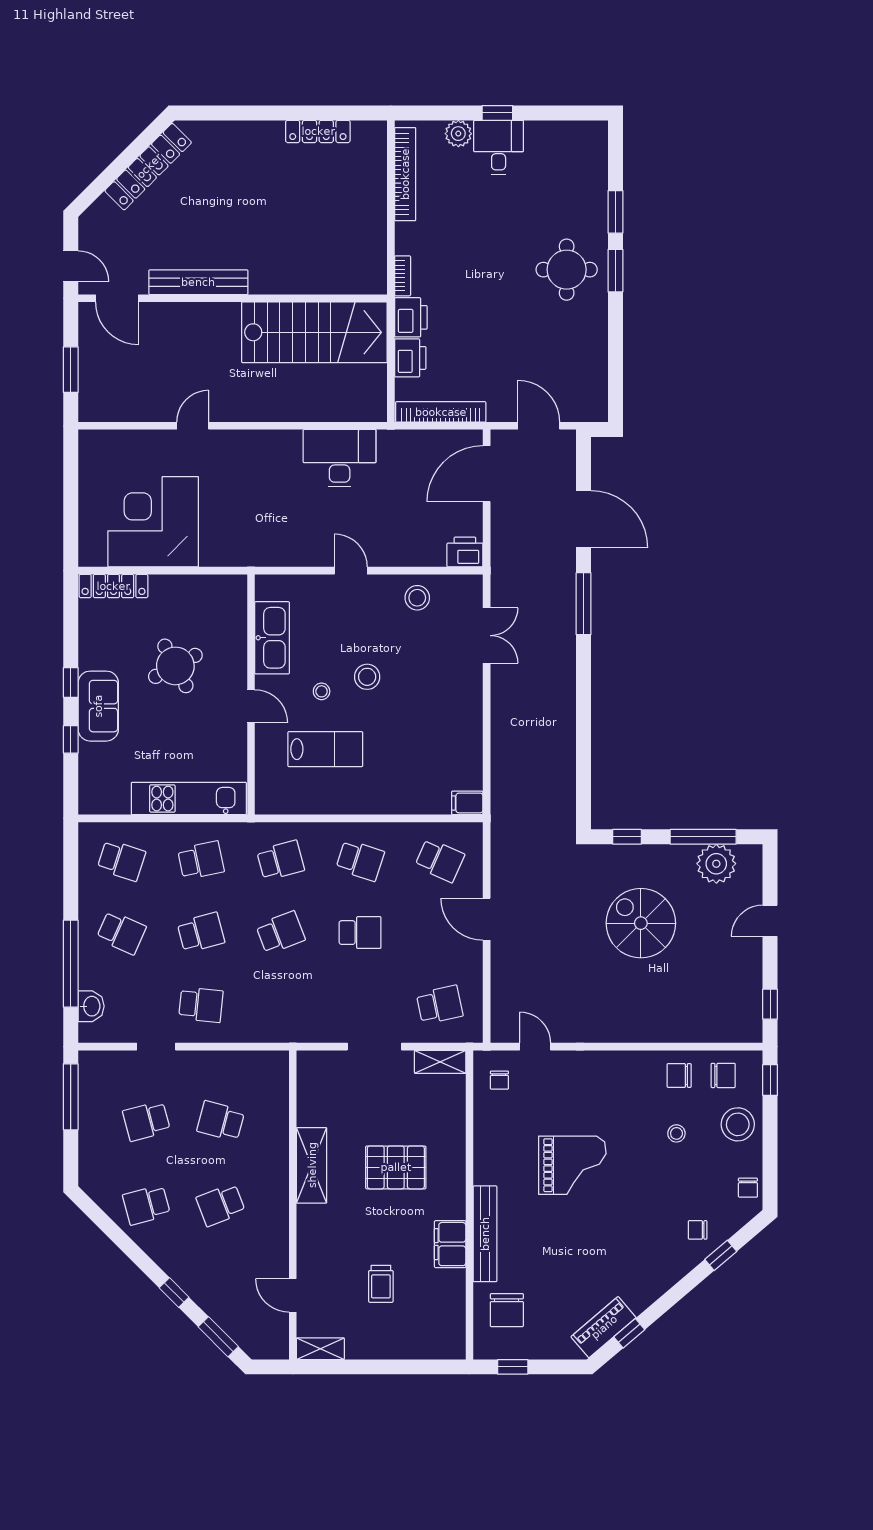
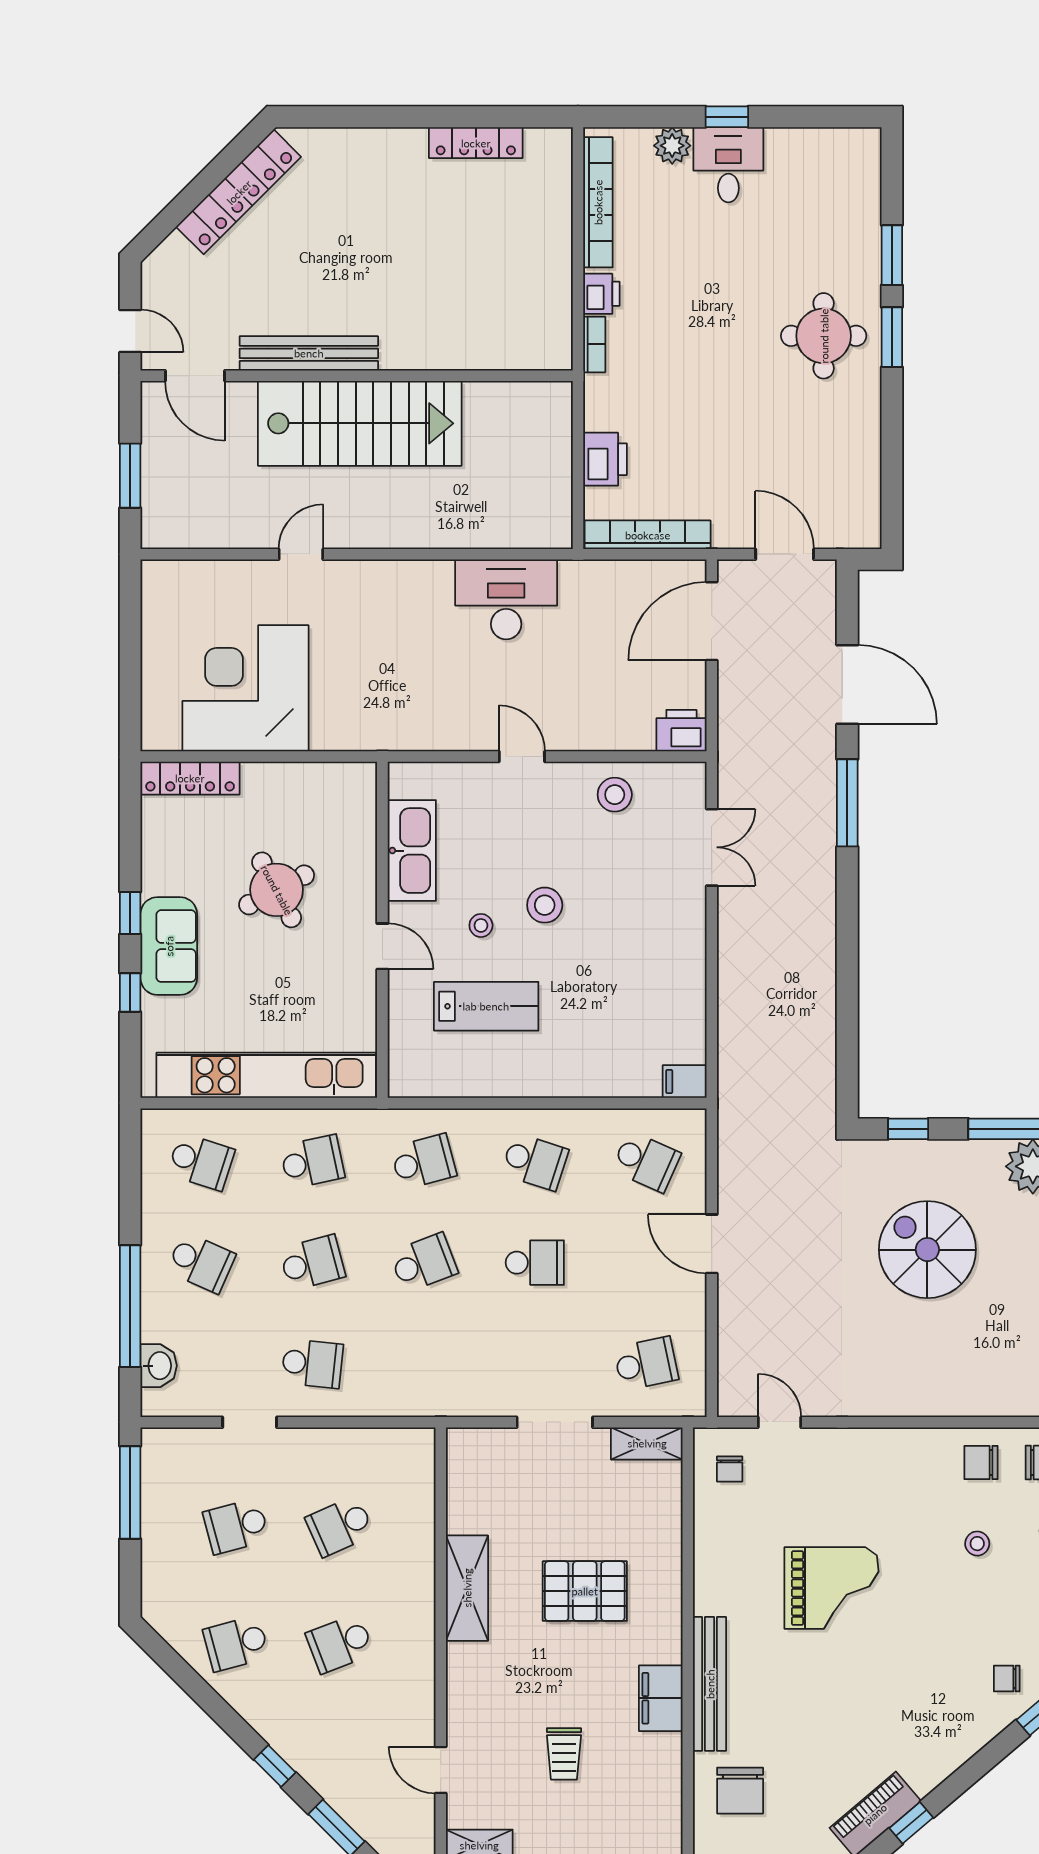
printer: (411, 317) -> (601, 294), moved, width x0.73, depth x0.81
stairs: (314, 332) -> (360, 423), moved
kitchen unit: (189, 799) -> (266, 1075), width x1.36
school desk: (221, 1121) -> (340, 1526), turned -39

